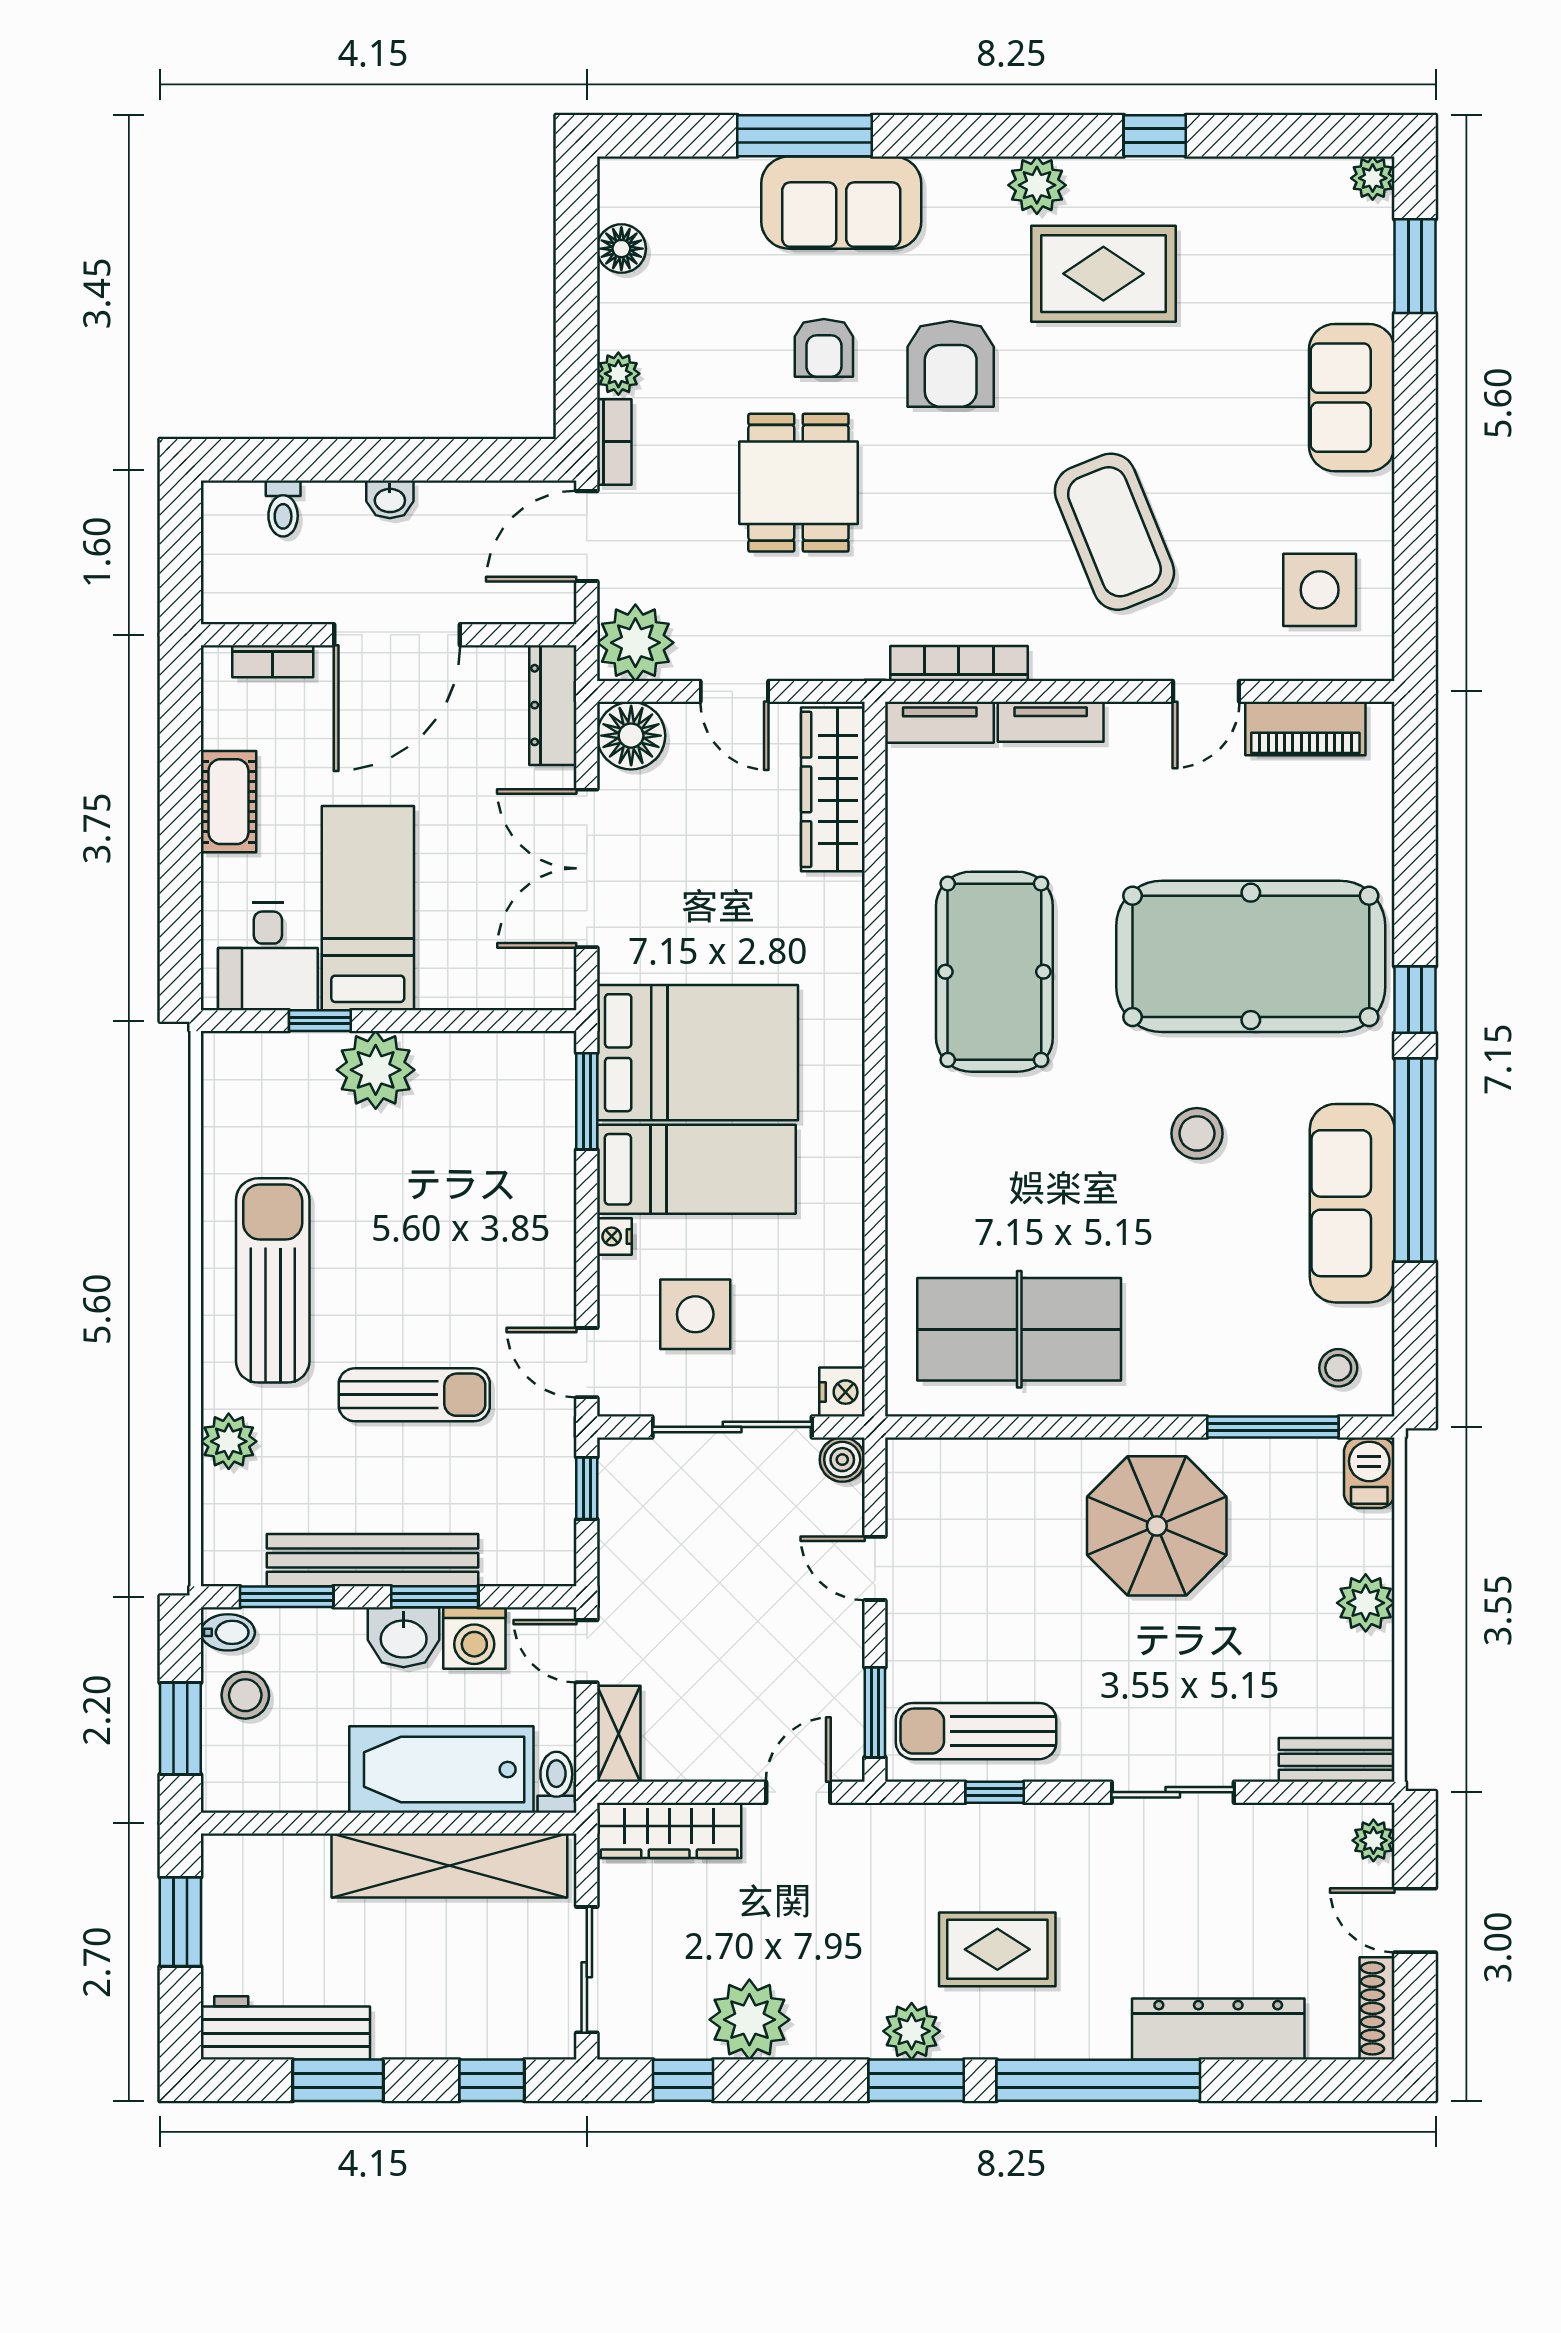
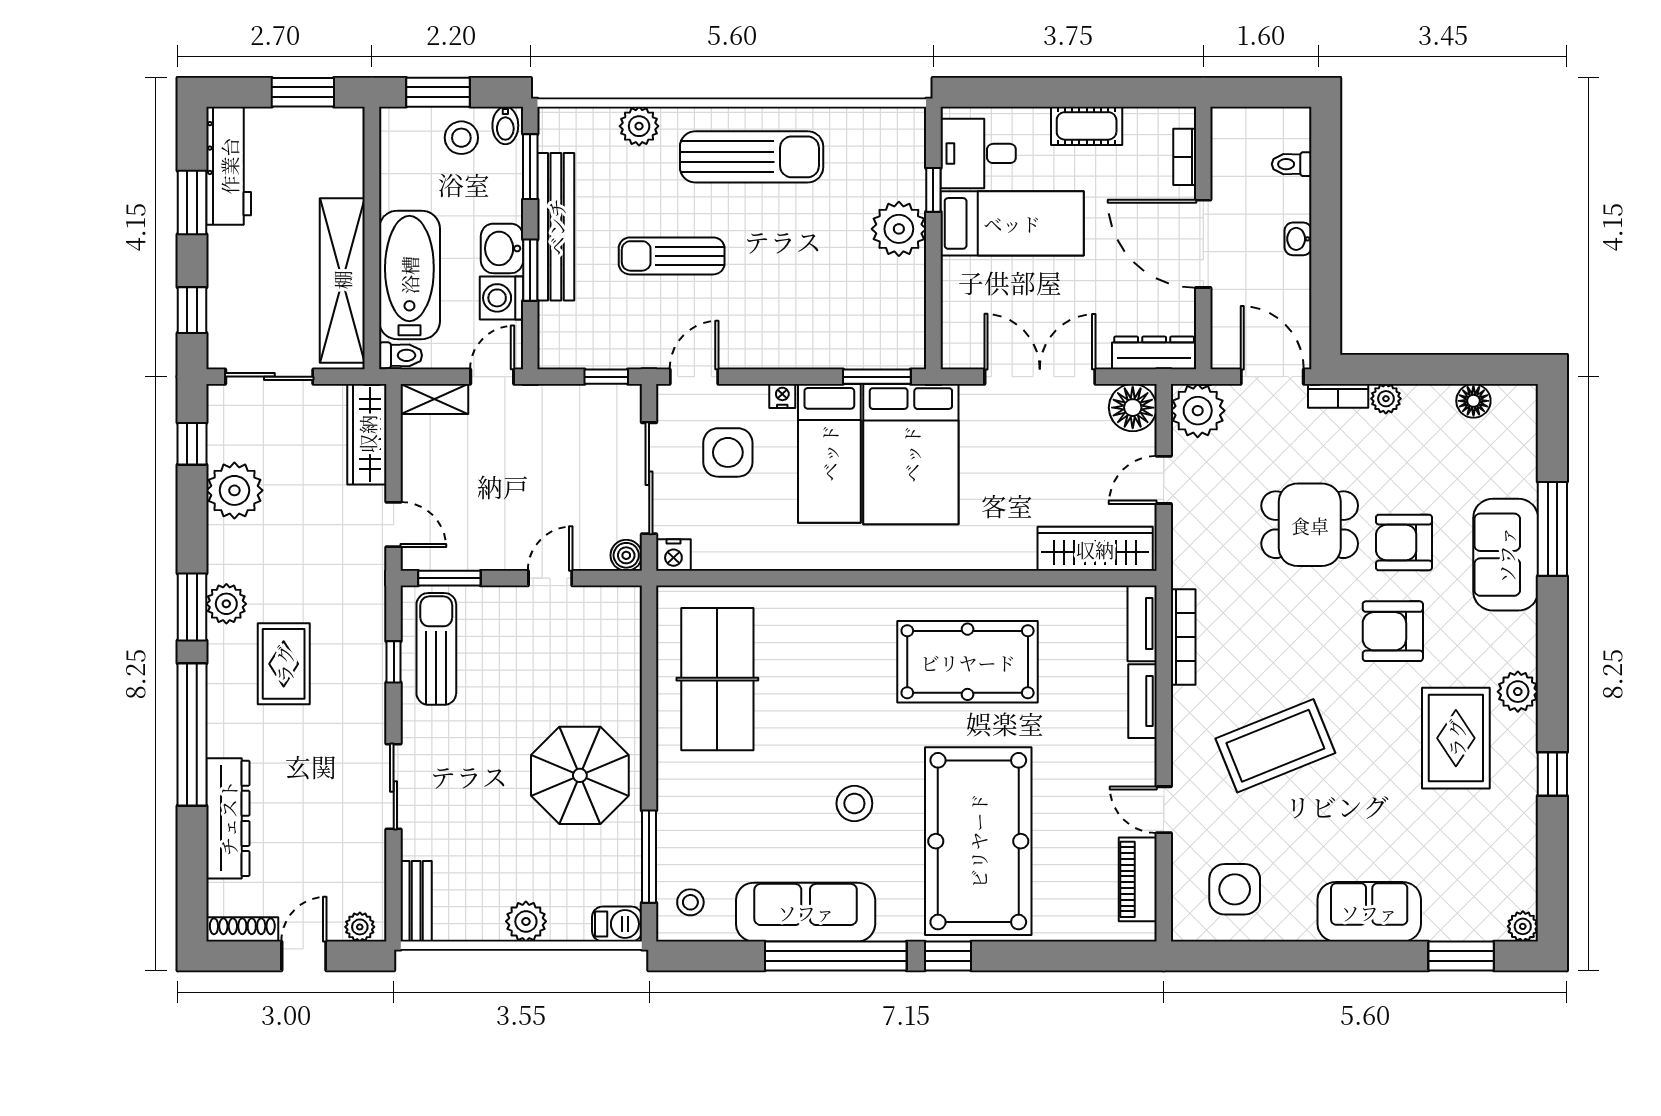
armchair: (824, 348) -> (1404, 542), width x1.38, depth x1.38
sun lounger: (414, 1395) -> (672, 256), turned 90

